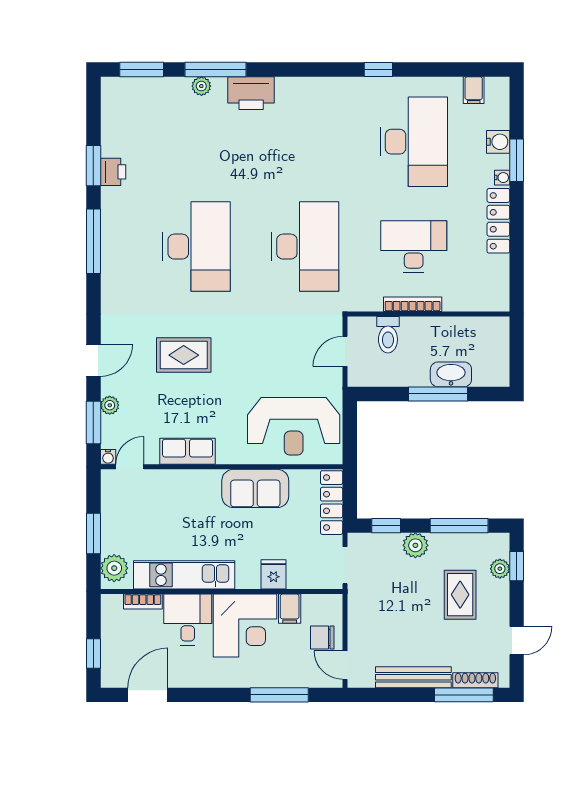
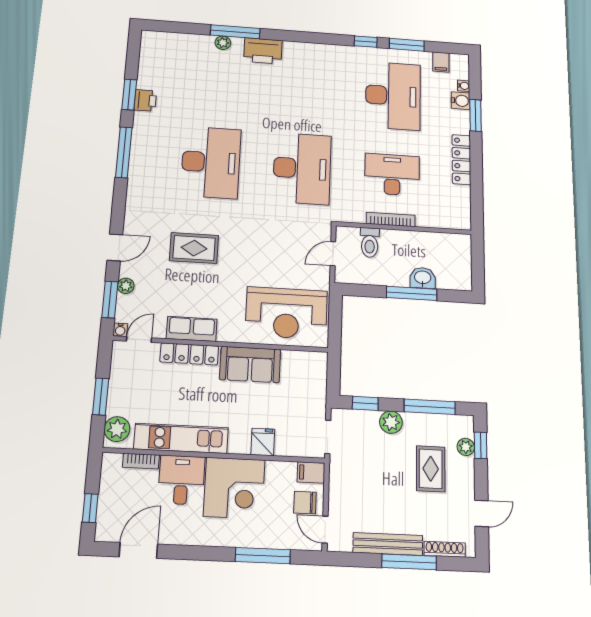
window: (142, 70) -> (407, 45), moved
water cooler: (502, 178) -> (464, 86), moved
washbasin: (451, 374) -> (423, 278), width x0.72
locker: (332, 503) -> (189, 354), moved, turned -90
filing cabinet: (290, 609) -> (311, 472), moved, turned 90
window: (464, 695) -> (409, 562), moved

